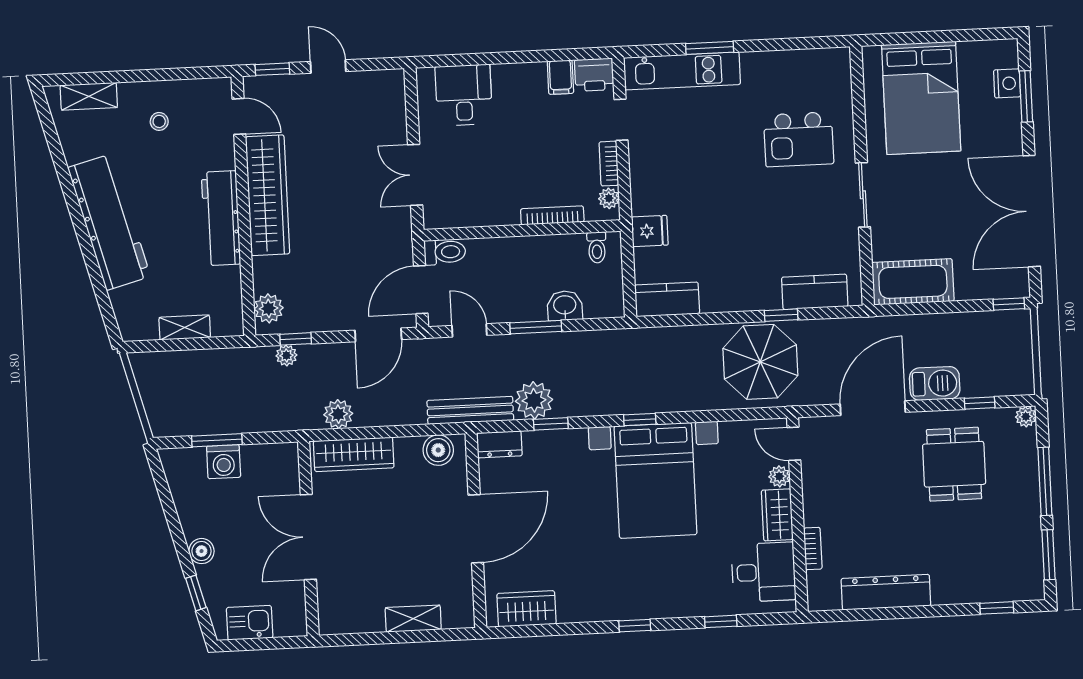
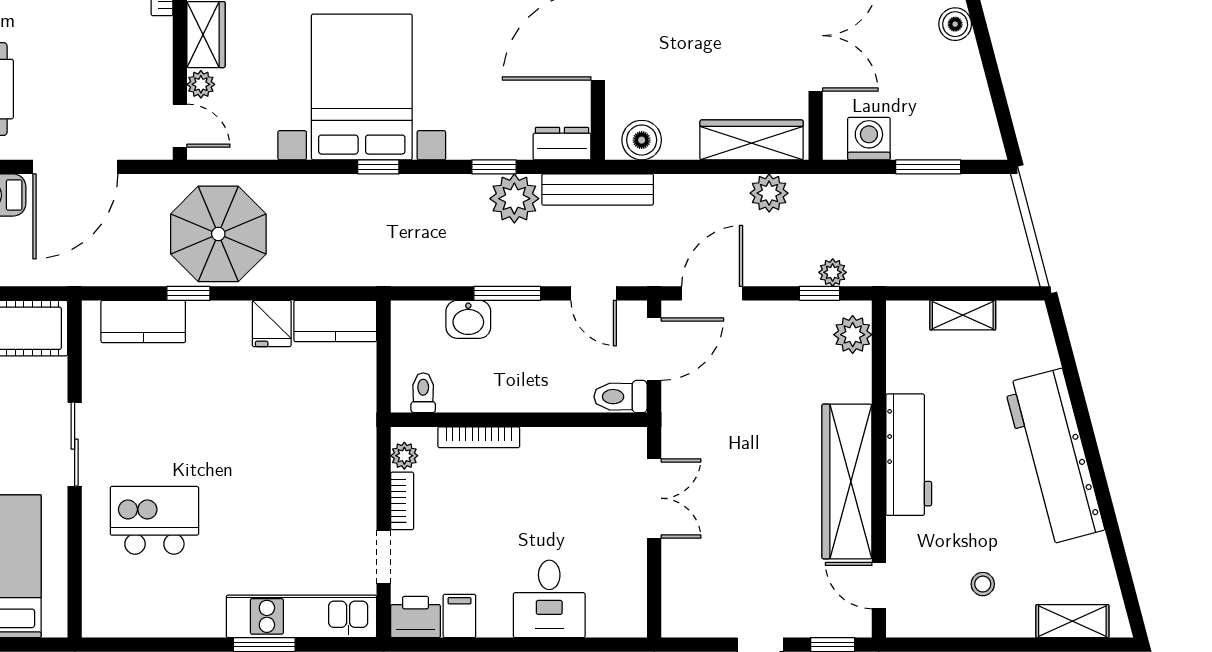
desk: (464, 95) -> (549, 599), moved
fridge: (650, 231) -> (272, 323), moved, turned -90
washing machine: (224, 462) -> (869, 139), moved

